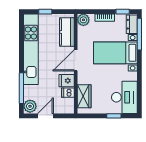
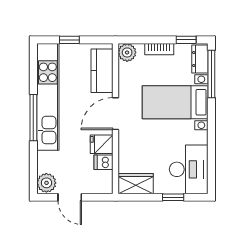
window: (21, 88) -> (33, 118), moved
wardrobe: (84, 96) -> (136, 184), moved, turned -90
door: (45, 116) -> (70, 197), swing flipped

